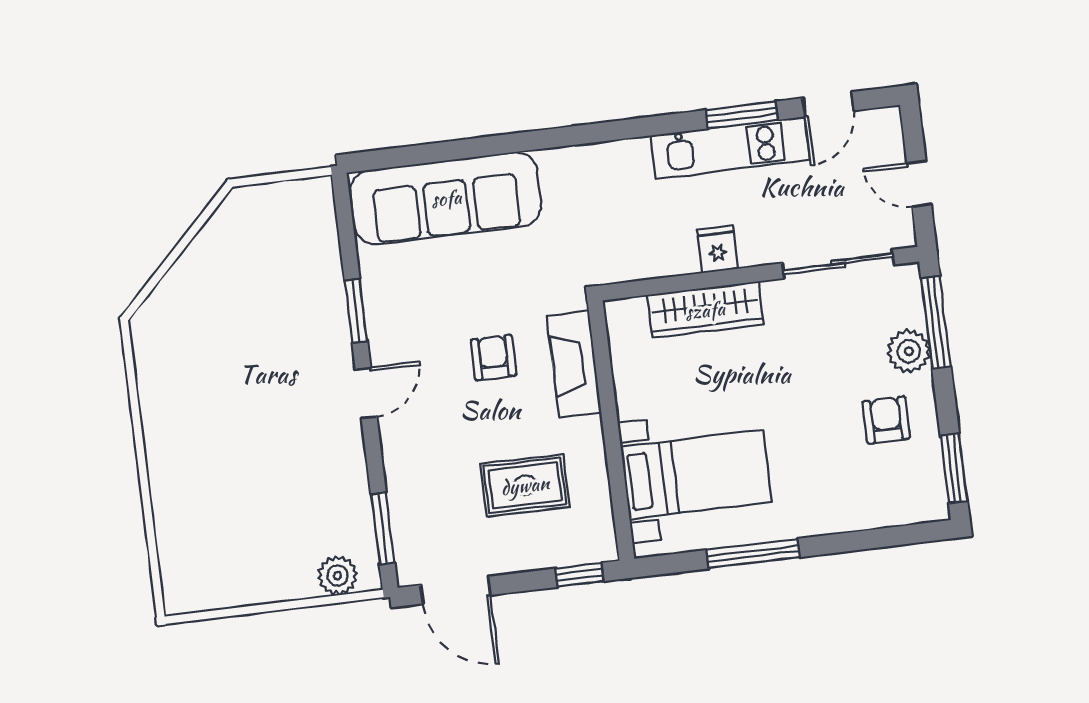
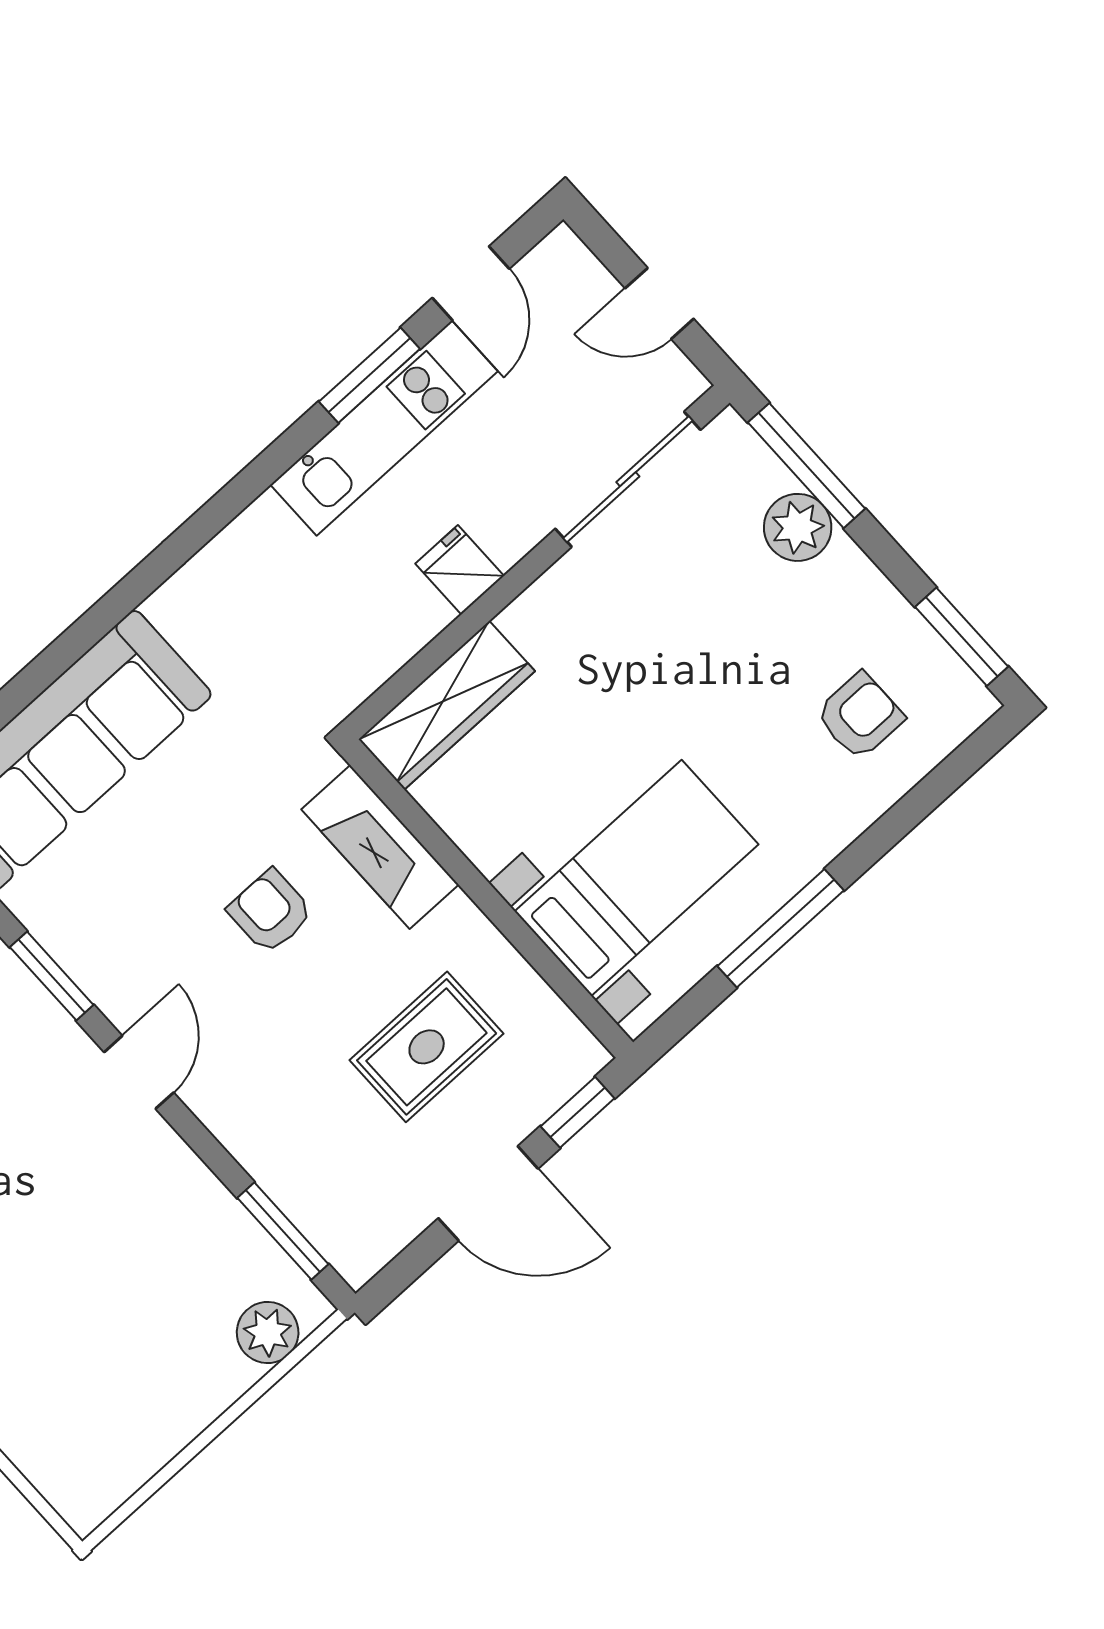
wardrobe: (705, 310) -> (447, 705), moved
armchair: (886, 420) -> (860, 716), moved, turned 90
door: (456, 590) -> (488, 1193), moved

